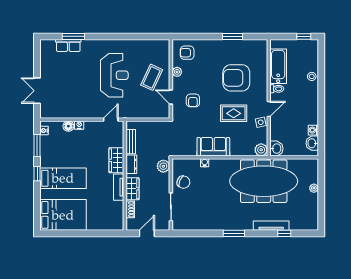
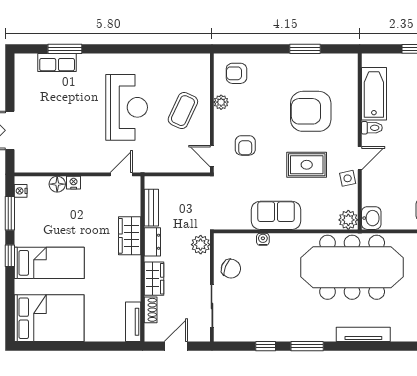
door: (171, 97) -> (212, 156), moved
tv unit: (119, 187) -> (133, 322), moved
window: (284, 233) -> (266, 346), moved

